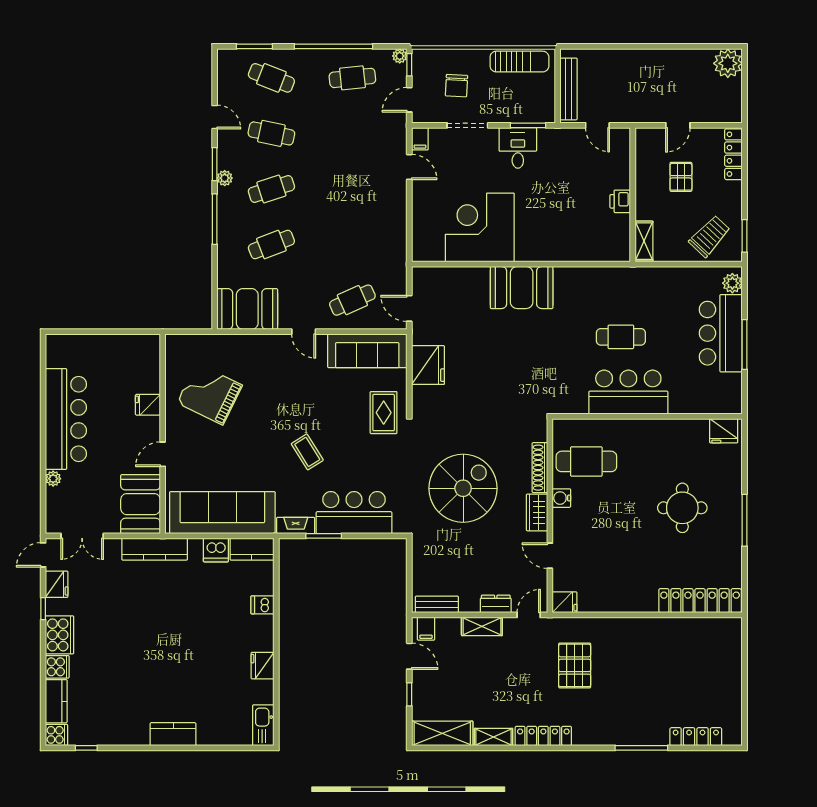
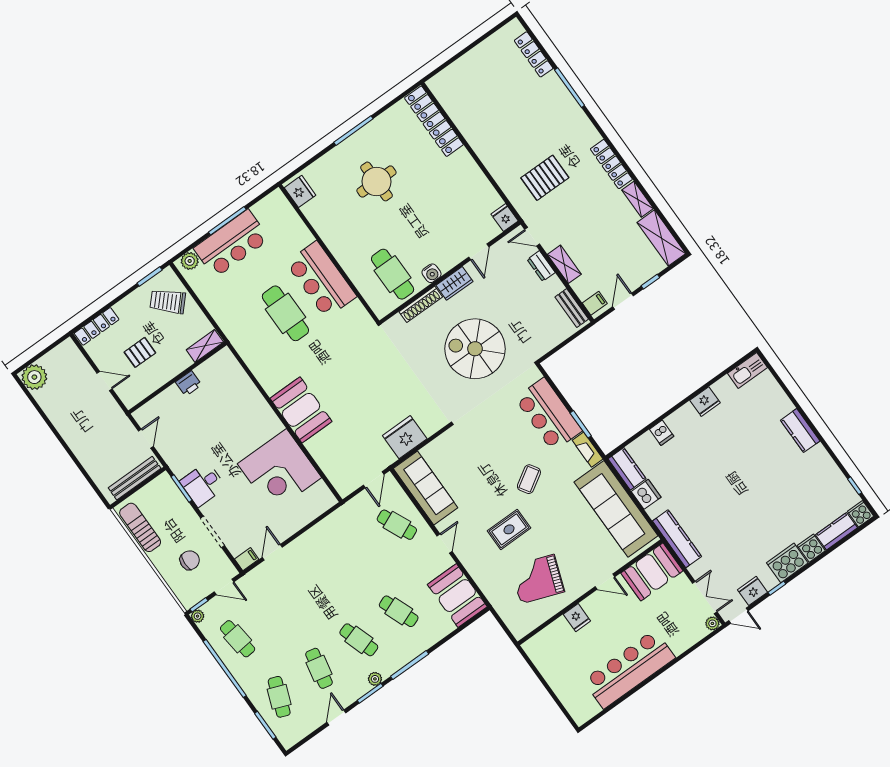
cafe table: (621, 337) -> (285, 313), width x1.37, depth x1.35
grand piano: (209, 394) -> (538, 579), turned 84
rug: (384, 413) -> (509, 529), moved
plant: (53, 479) -> (712, 623), moved

